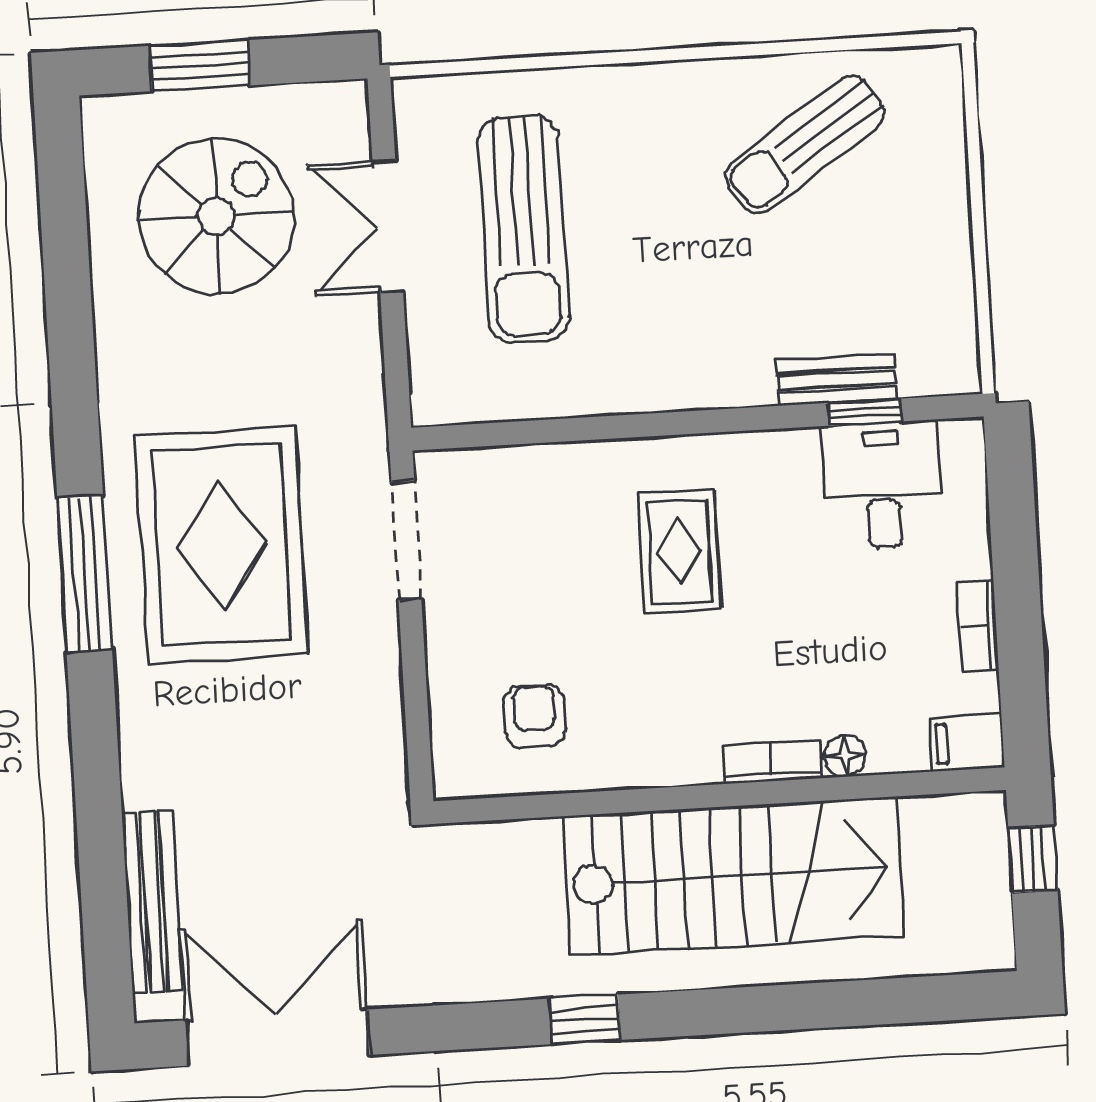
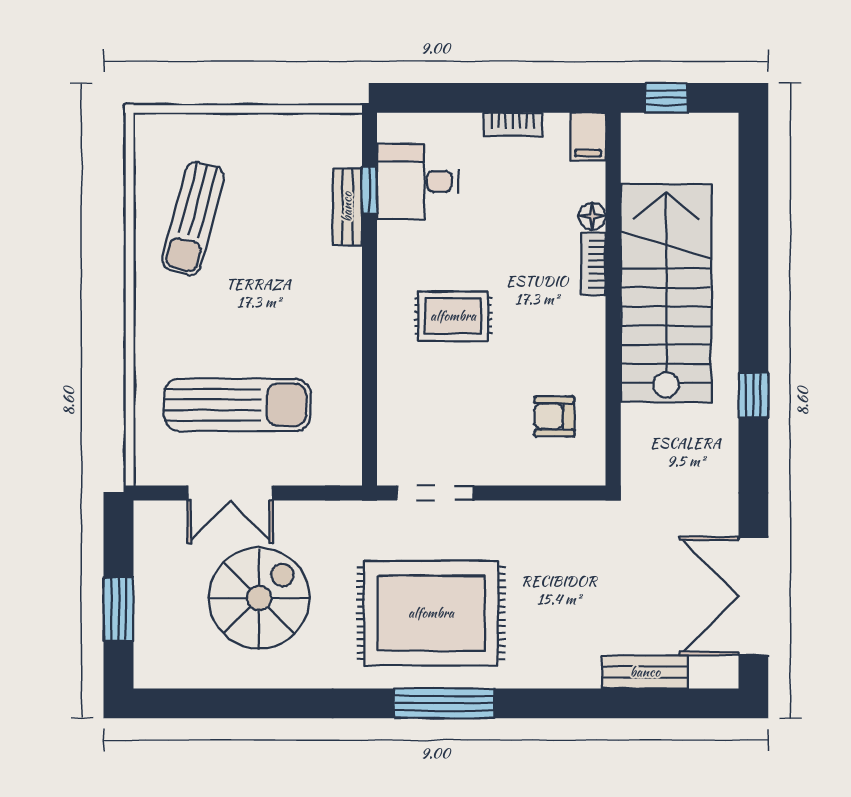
sun lounger: (805, 144) -> (193, 219), turned 49
spiral stairs: (216, 216) -> (259, 598), moved, turned 90
bench: (152, 902) -> (645, 672), width x0.73

